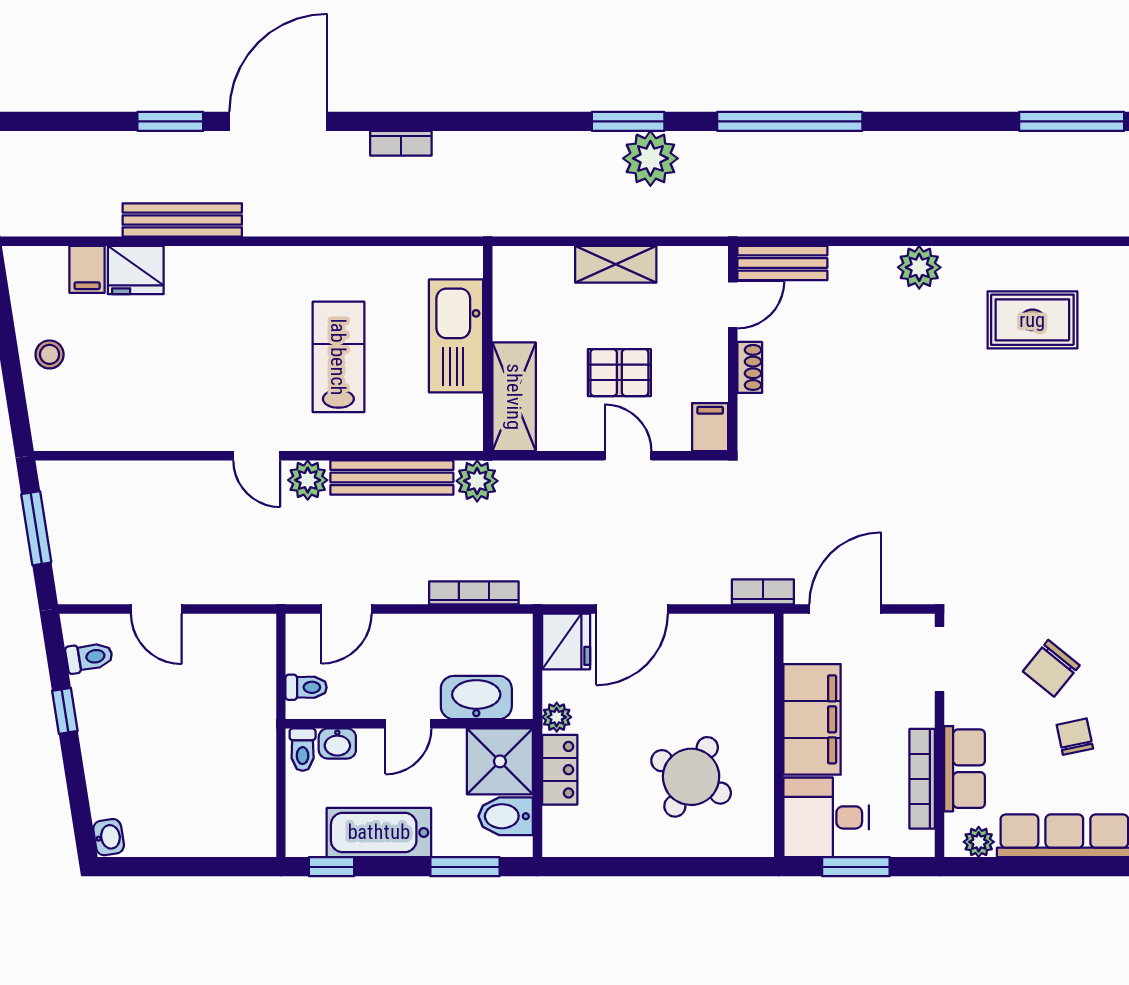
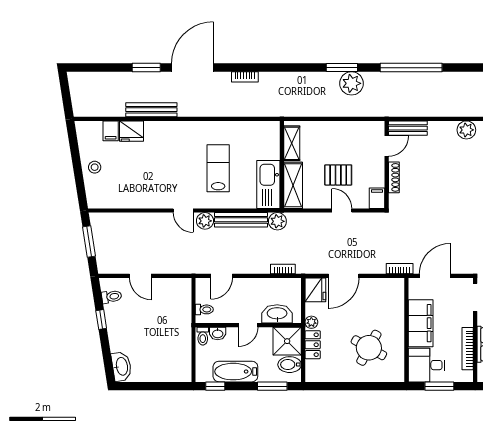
shelving: (616, 264) -> (292, 143), moved, turned 90
kitchen sink: (456, 336) -> (268, 184), moved
shoe rack: (750, 367) -> (394, 177), width x1.43
bookcase: (474, 593) -> (283, 269), width x0.64
washbasin: (109, 837) -> (121, 366), width x1.91, depth x1.45

